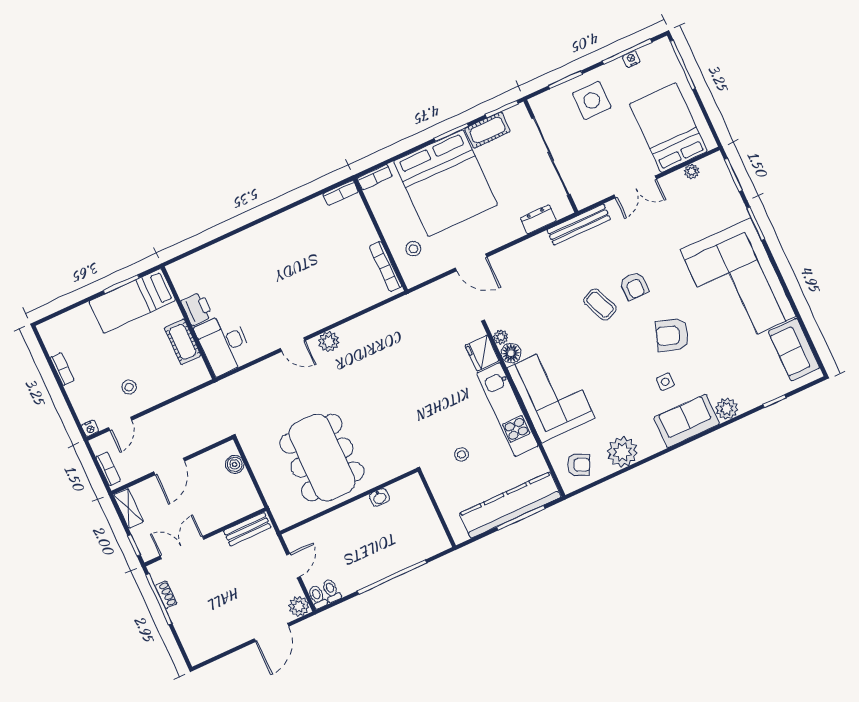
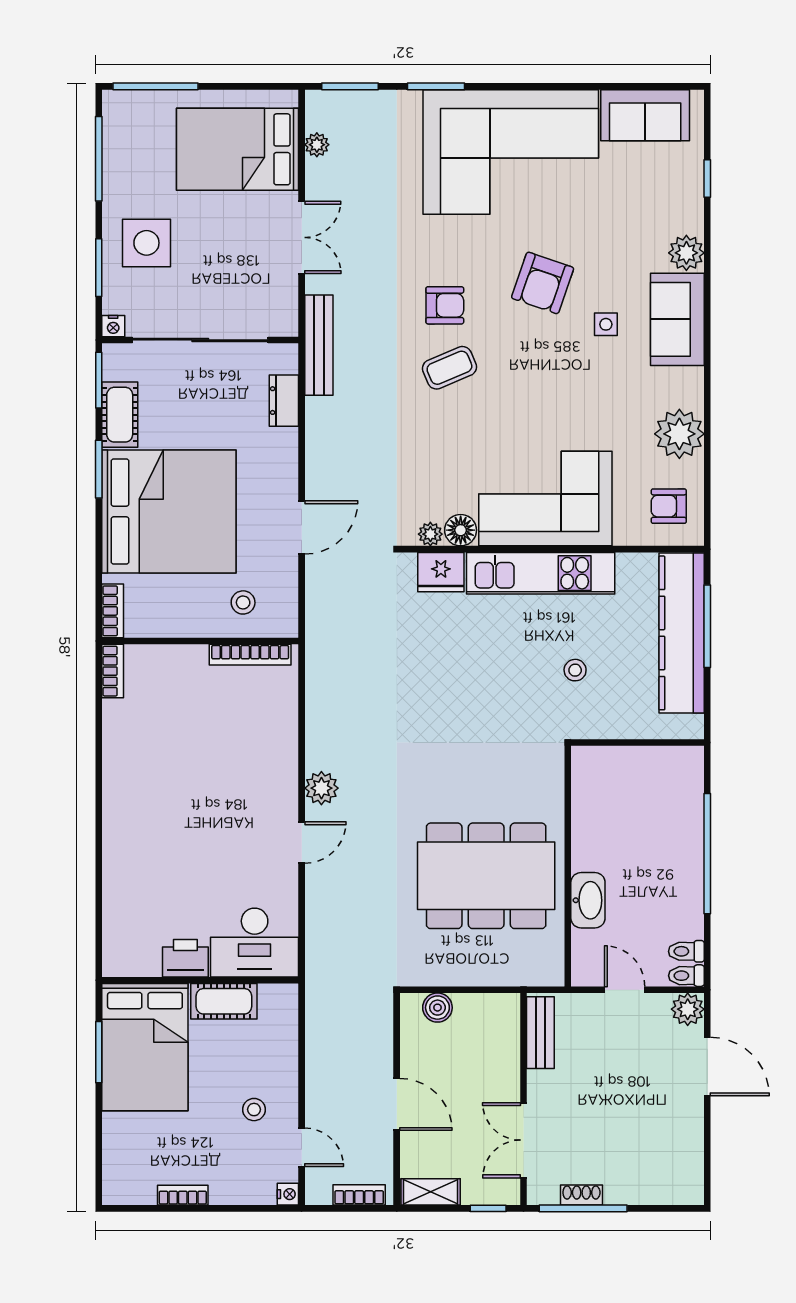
nightstand: (631, 59) -> (113, 326), moved, turned -90
bed: (132, 301) -> (145, 1047), width x1.50
armchair: (579, 465) -> (669, 506), turned -115
washbasin: (379, 497) -> (588, 900), moved, width x1.91, depth x1.45

